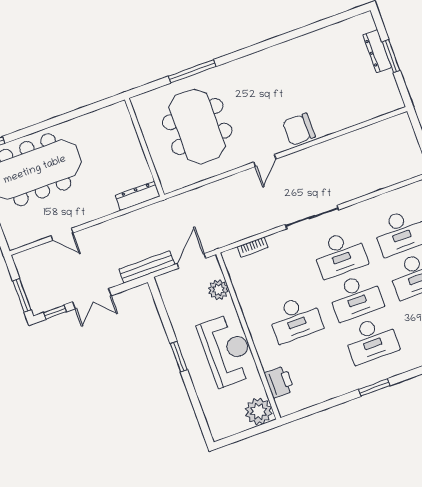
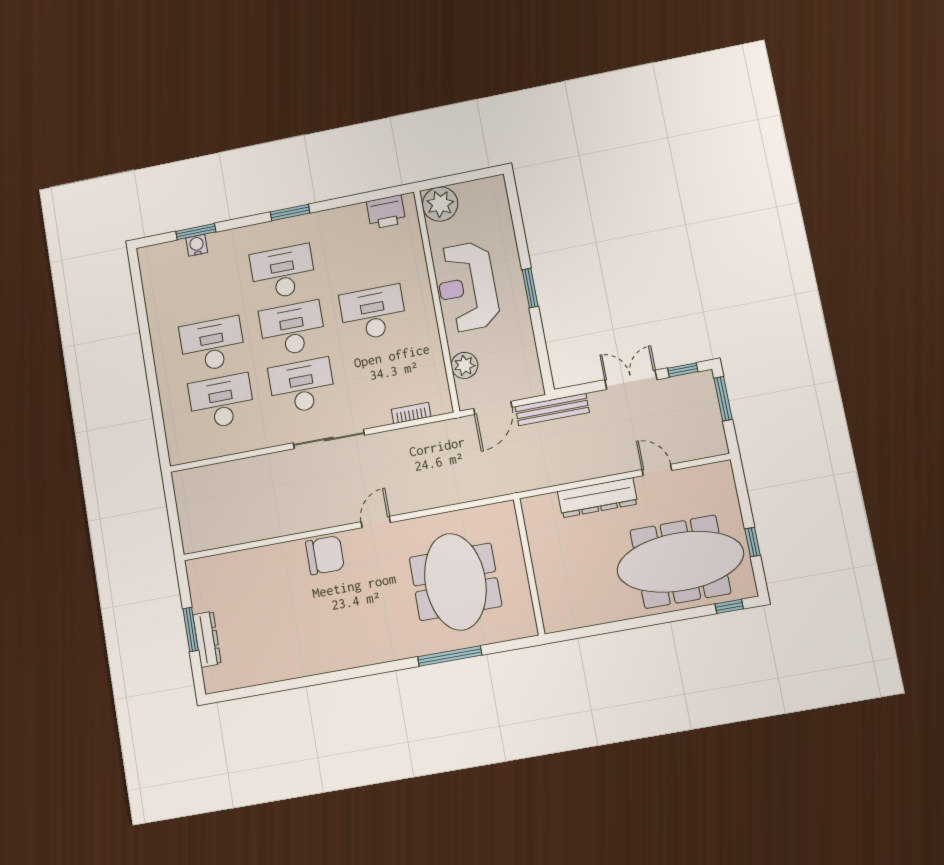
dresser: (138, 196) -> (598, 498), moved, width x1.37, depth x1.24
printer: (279, 382) -> (386, 212), moved, turned -90

